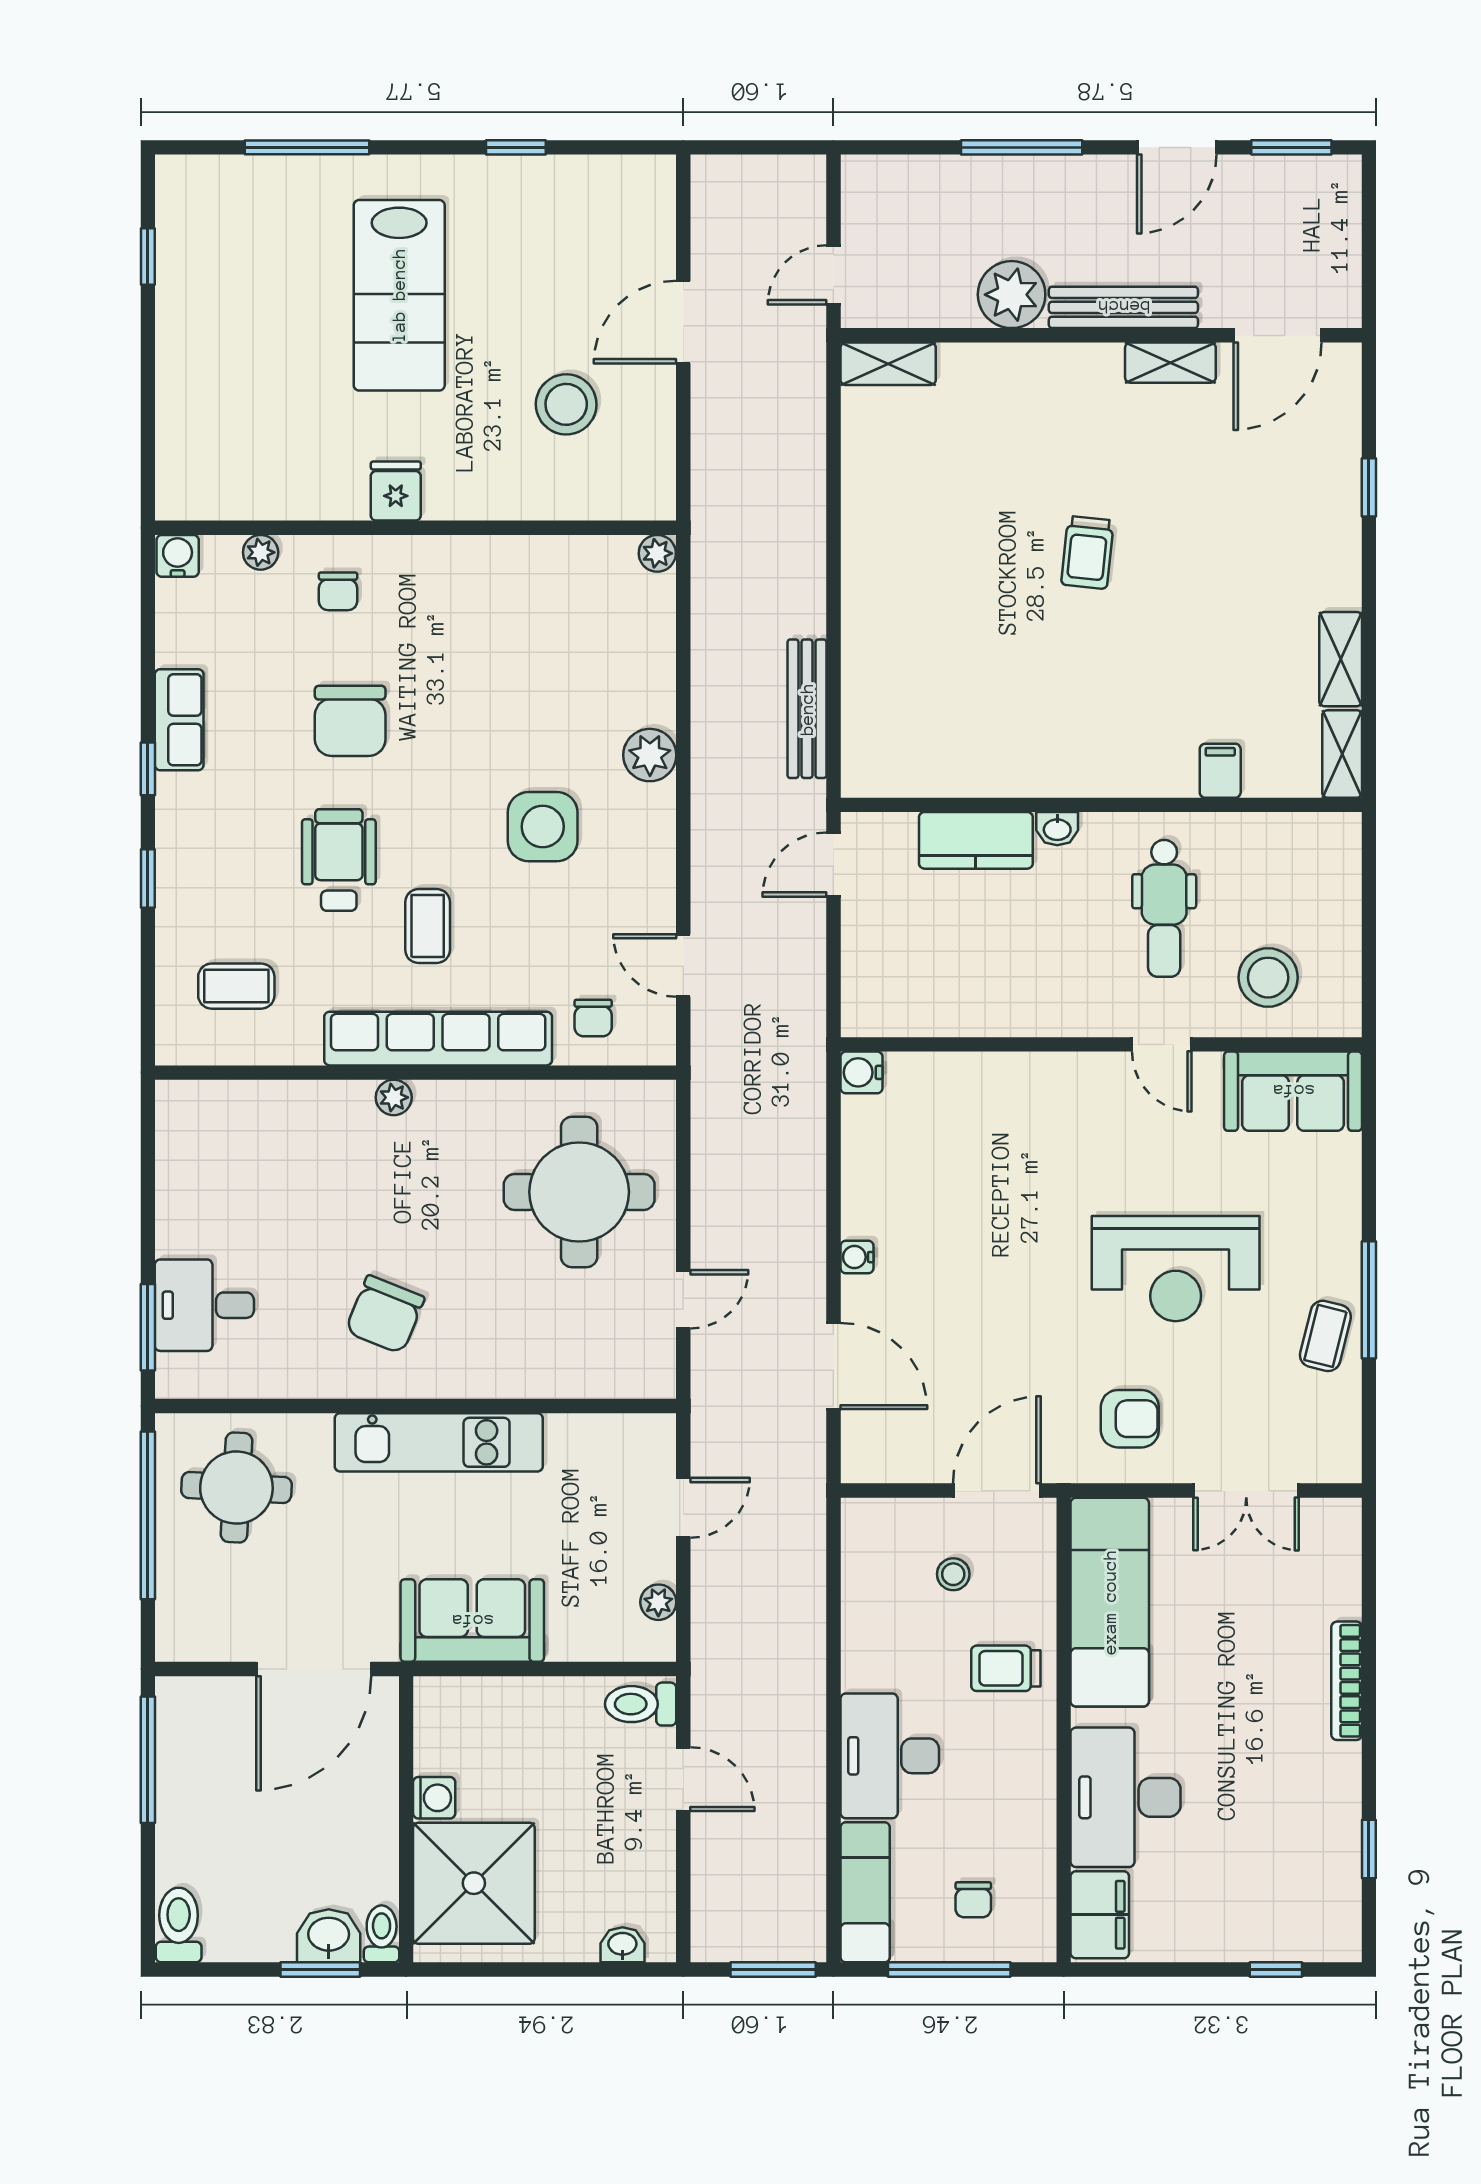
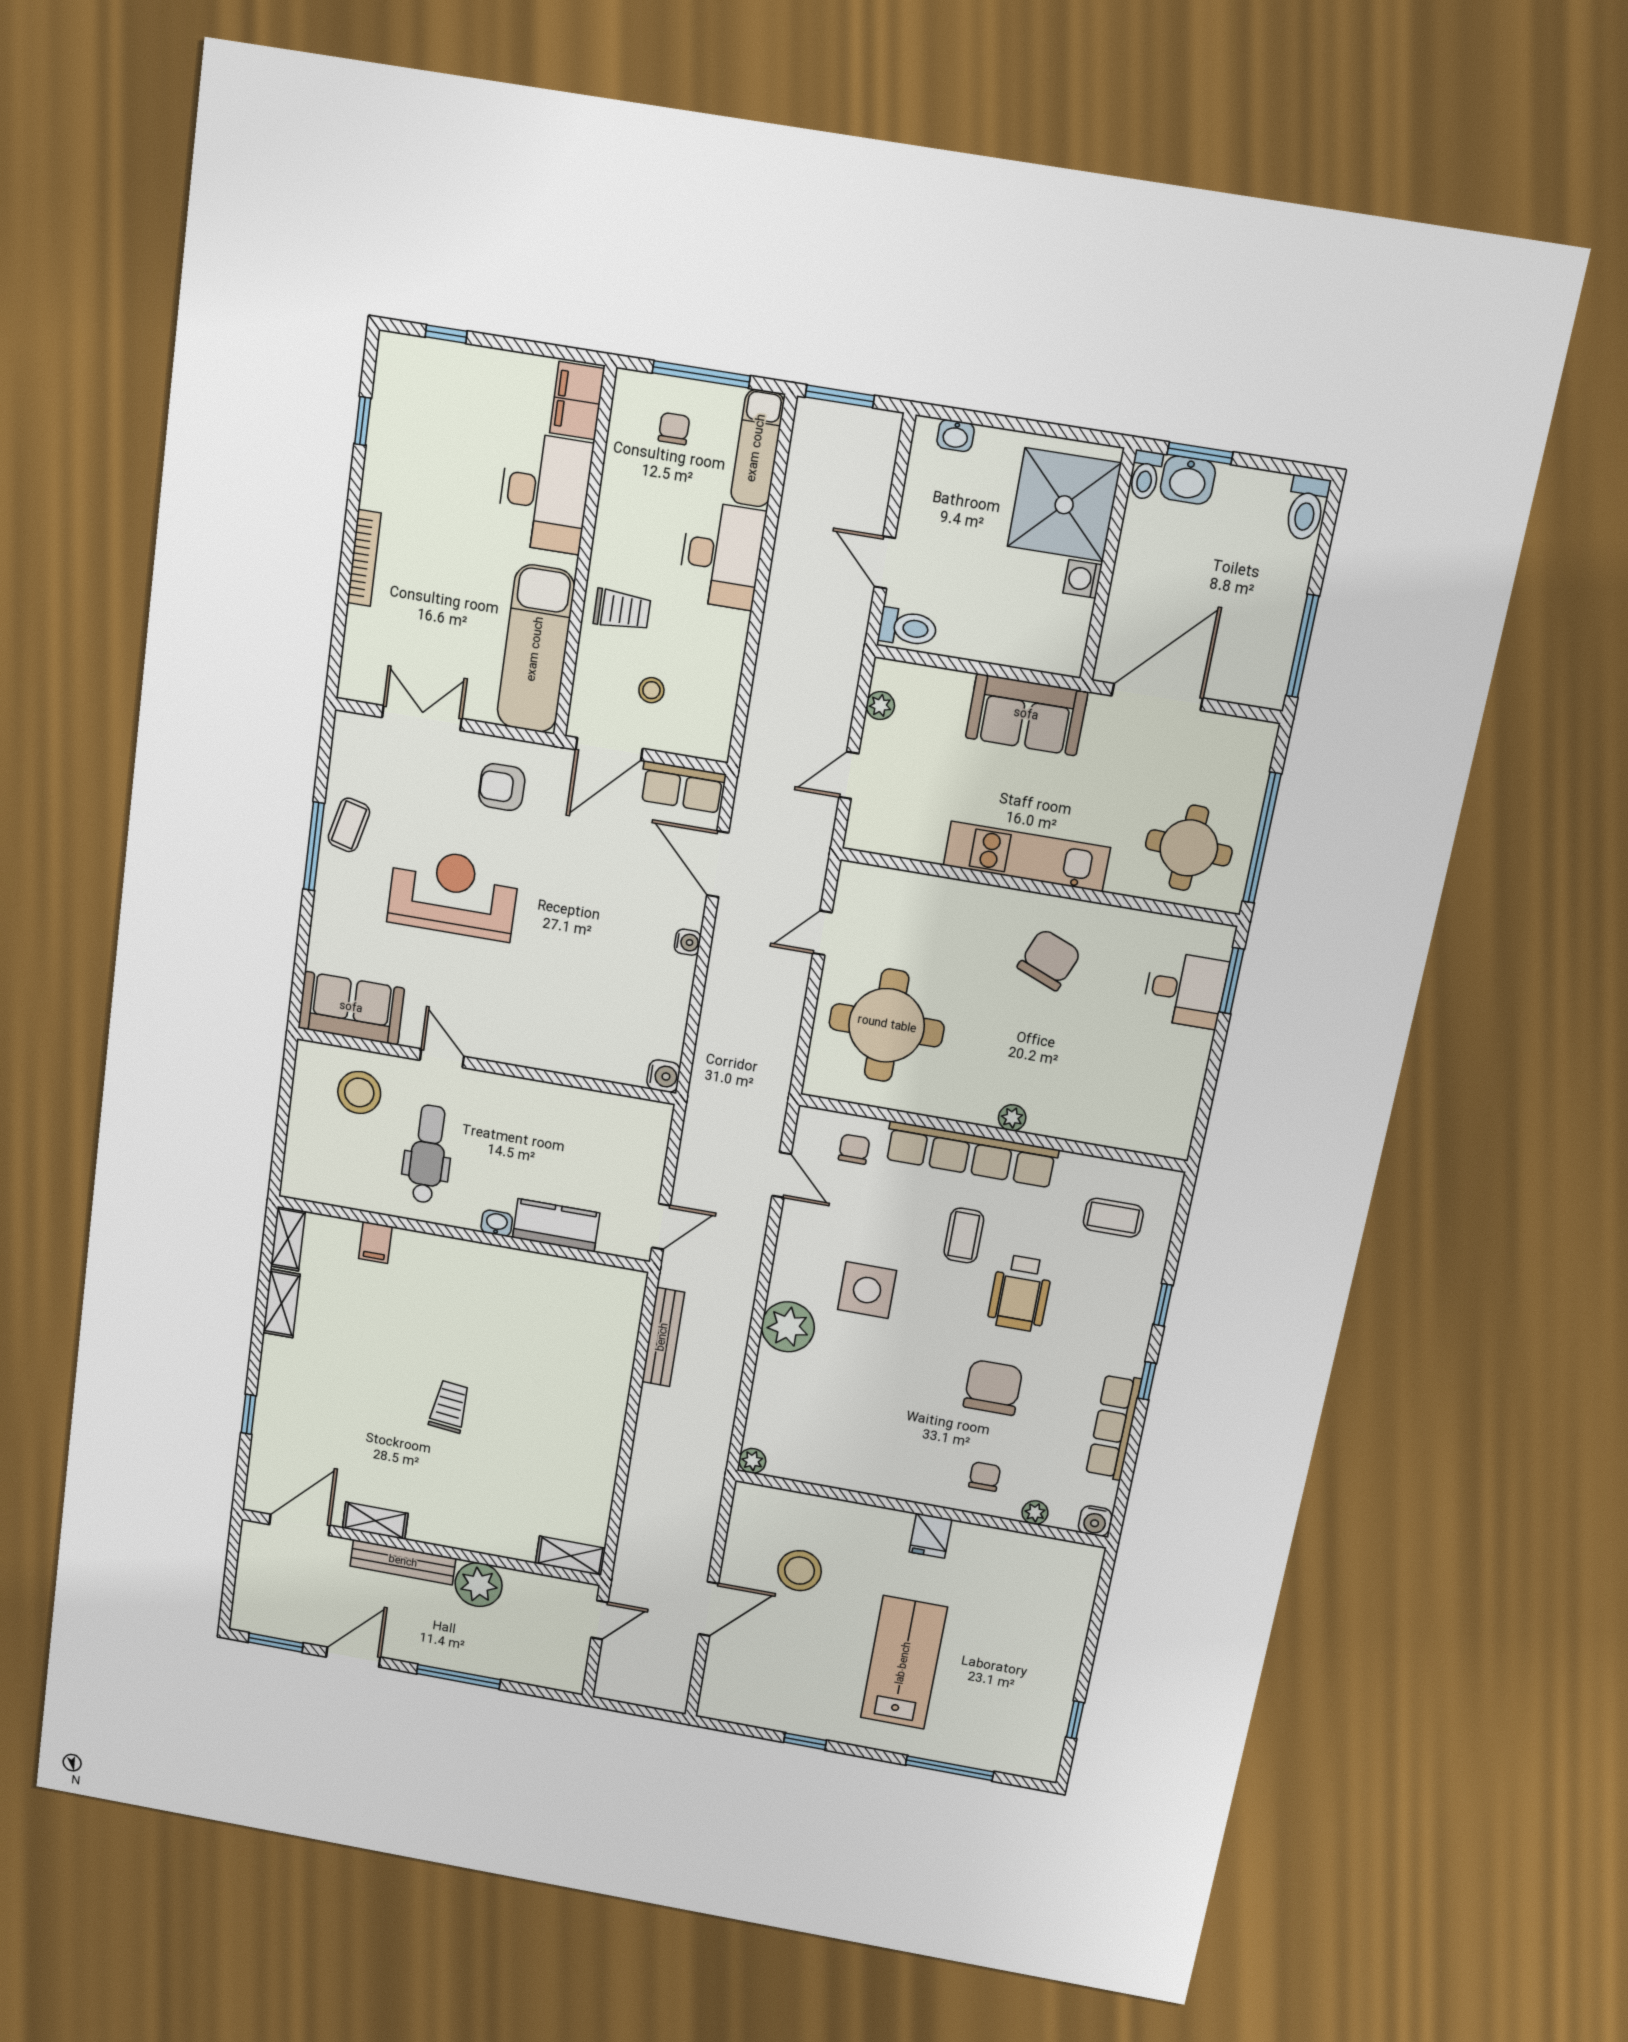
row of seats: (179, 720) -> (1114, 1427), width x1.48
plant: (650, 755) -> (788, 1327), width x1.36, depth x1.36
row of seats: (895, 1458) -> (682, 787), added

